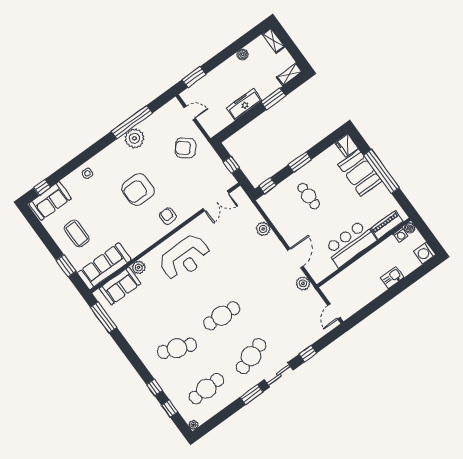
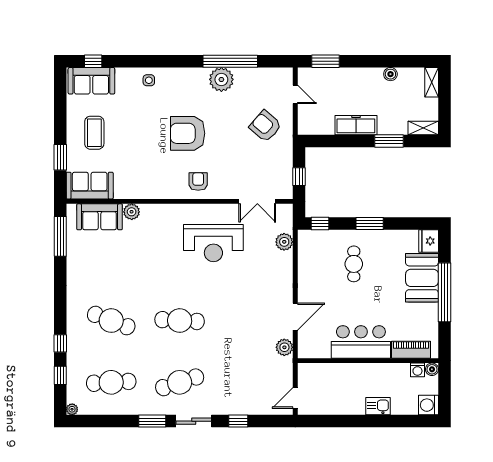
plant: (263, 229) -> (284, 242), moved
reception desk: (185, 258) -> (213, 243), moved
sofa: (104, 266) -> (90, 186), width x0.73

